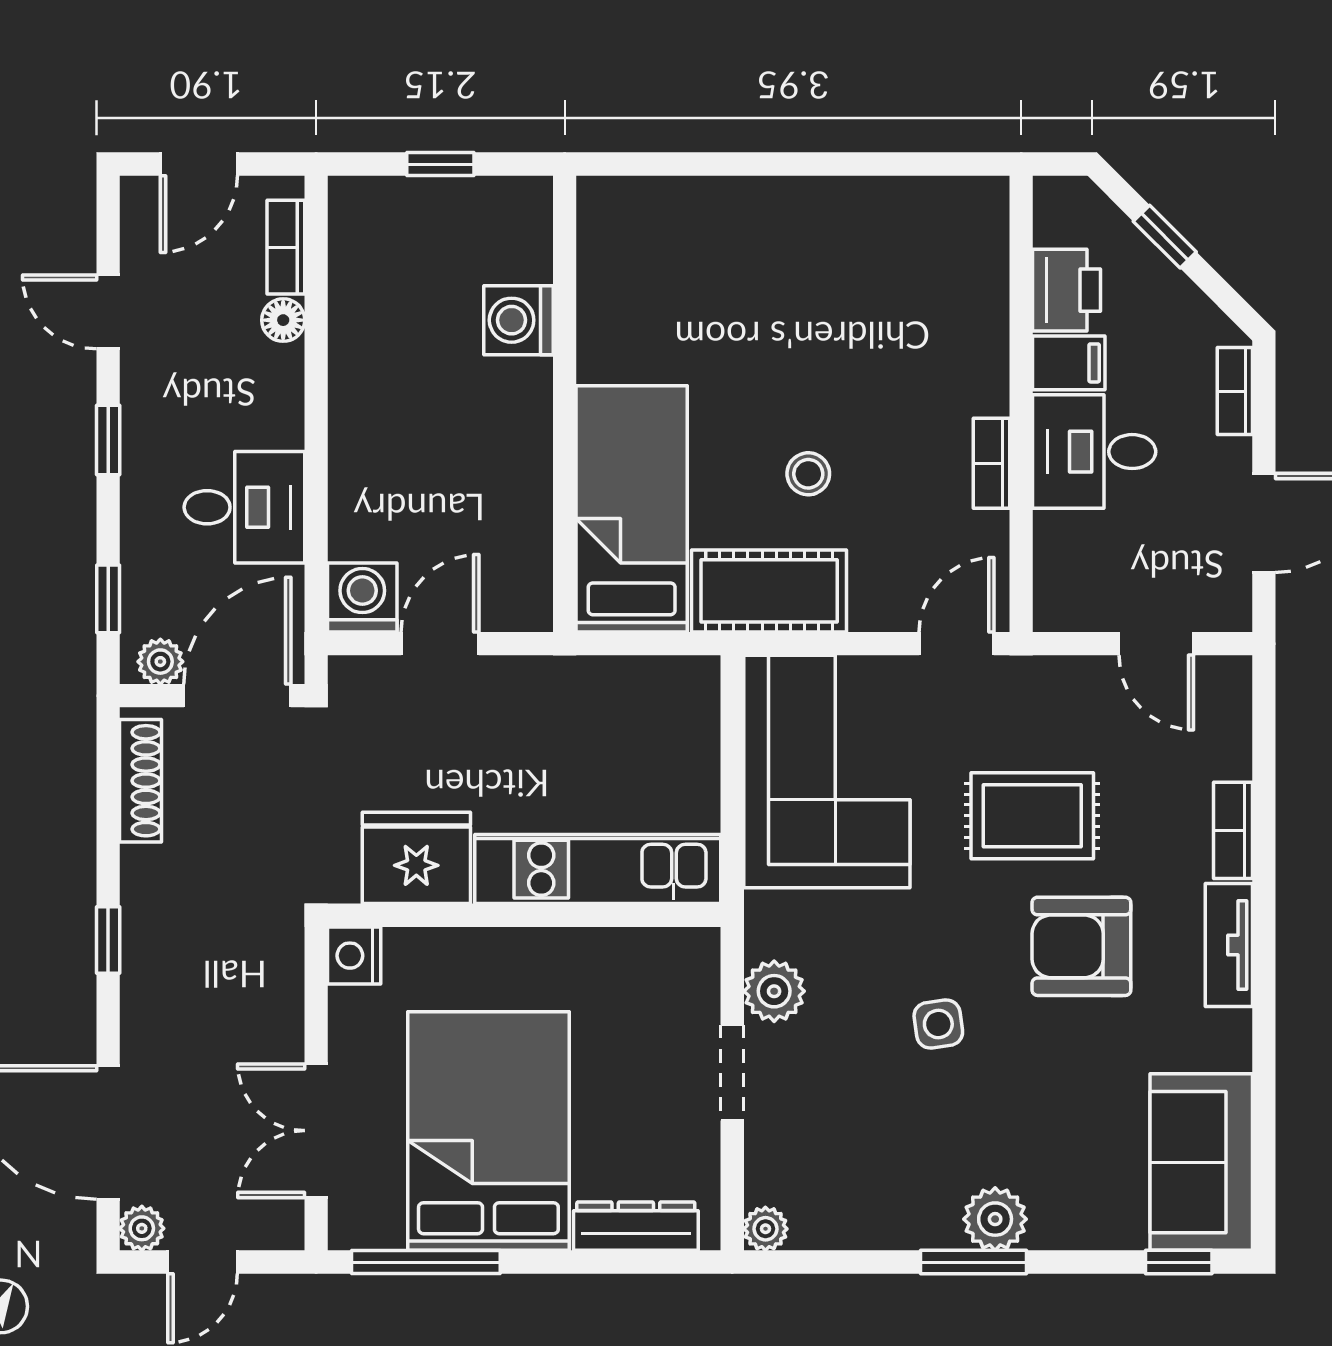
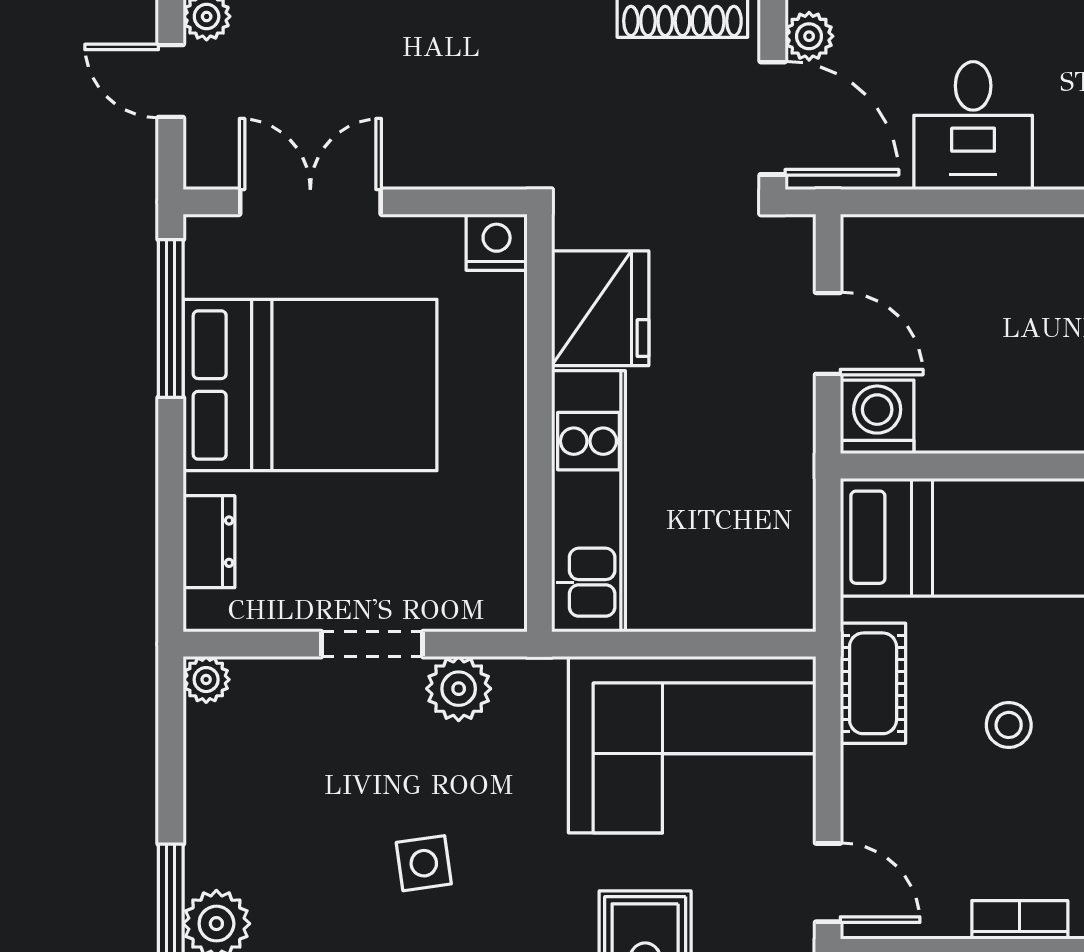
cot: (769, 591) -> (873, 683), width x0.73, depth x0.75
washing machine: (362, 597) -> (877, 417), moved, turned -90
dresser: (636, 1226) -> (209, 542), width x0.70

